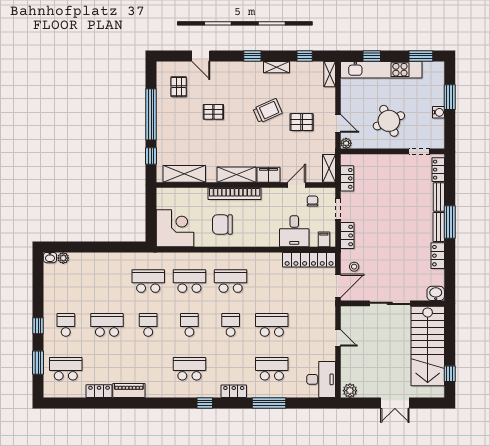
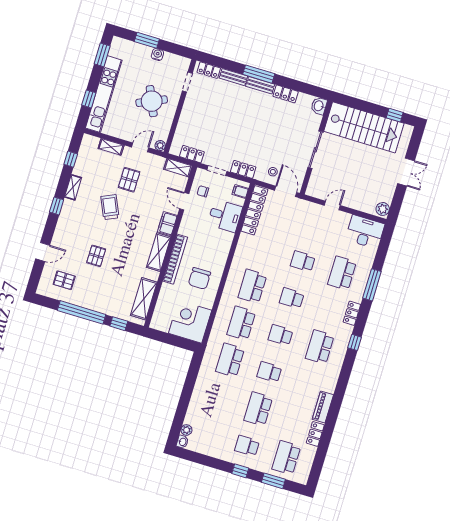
shelving: (330, 74) -> (111, 147), moved
school desk: (272, 325) -> (303, 261), width x0.54

